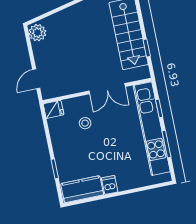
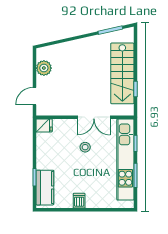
plant: (37, 33) -> (44, 68), moved
stool: (85, 123) -> (85, 147), moved
kitchen counter: (82, 189) -> (45, 188), moved, turned 90

